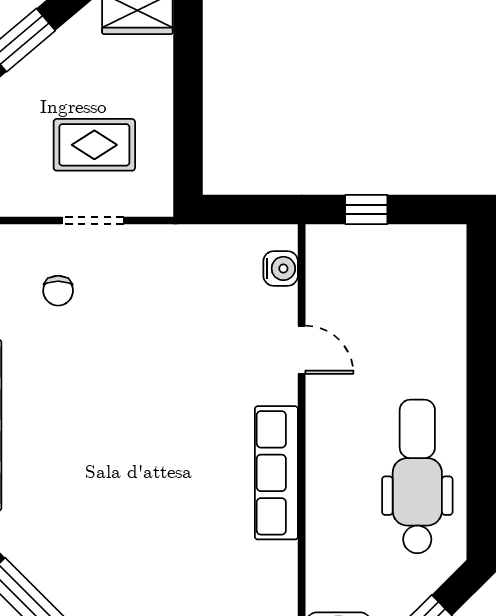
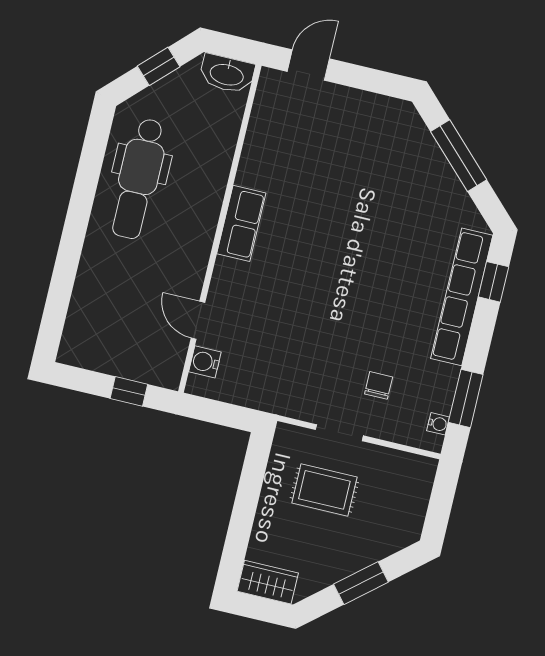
door: (302, 350) -> (198, 320), moved
row of seats: (276, 473) -> (241, 223), width x0.68

